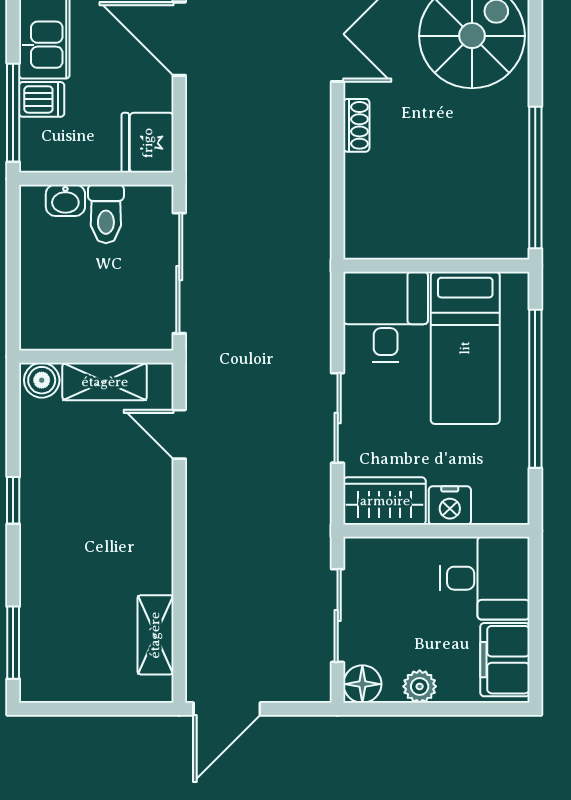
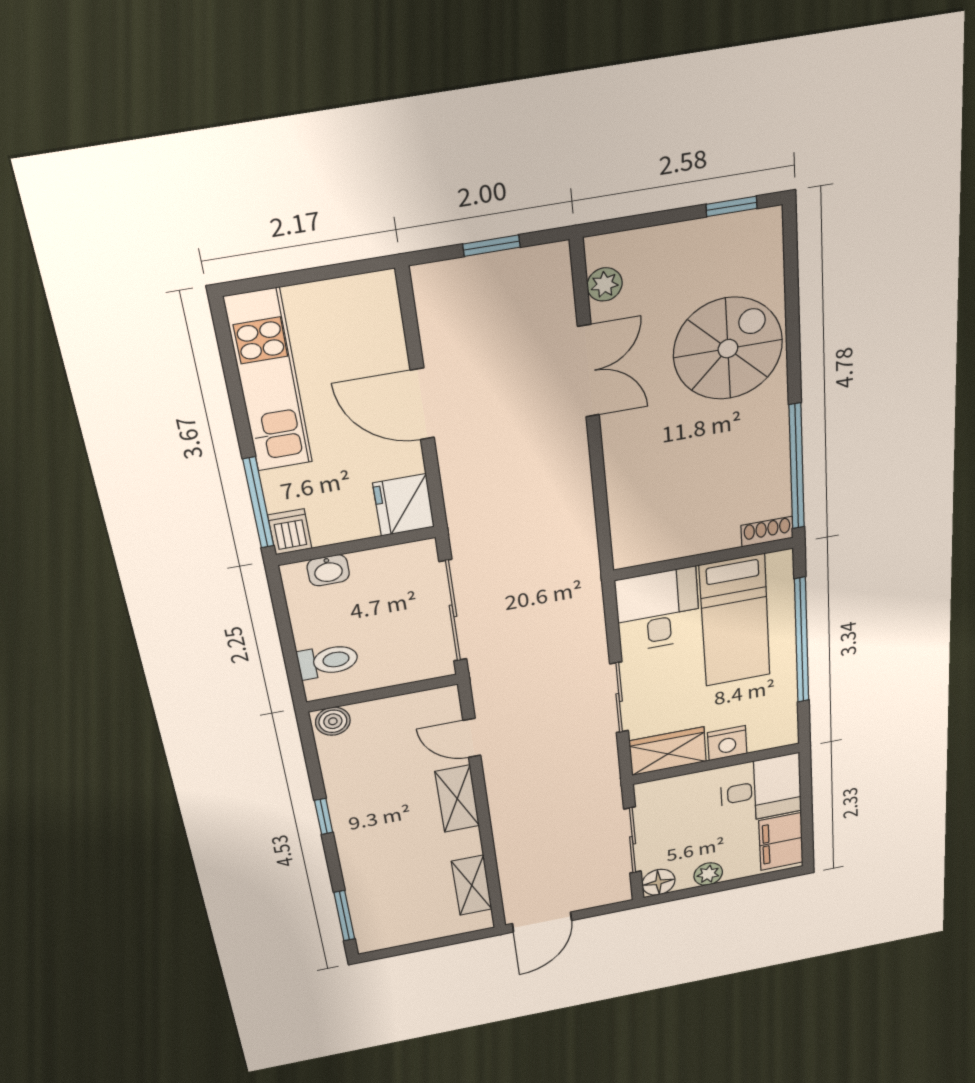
dishwasher: (42, 99) -> (290, 532), moved, turned -90
shoe rack: (356, 125) -> (767, 532), moved, turned -90
toilet: (106, 214) -> (328, 661), moved, turned -90
shelving: (105, 382) -> (457, 799), moved, turned 90

